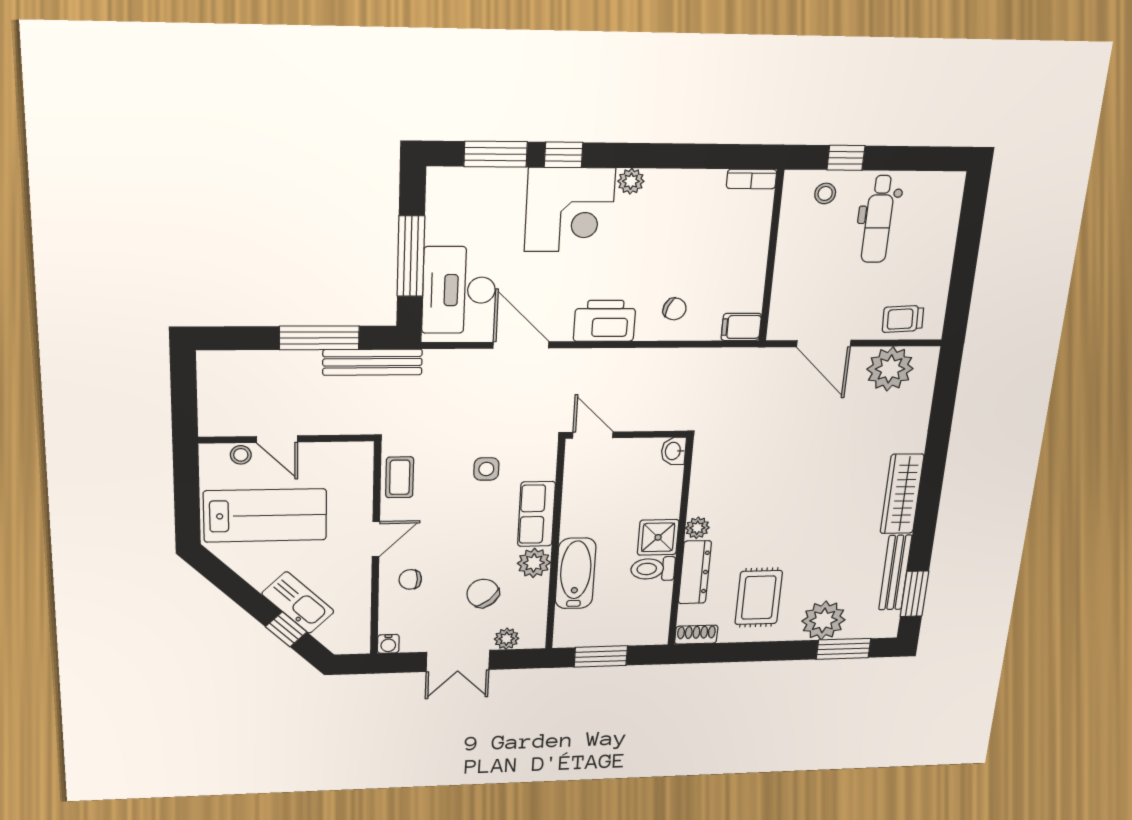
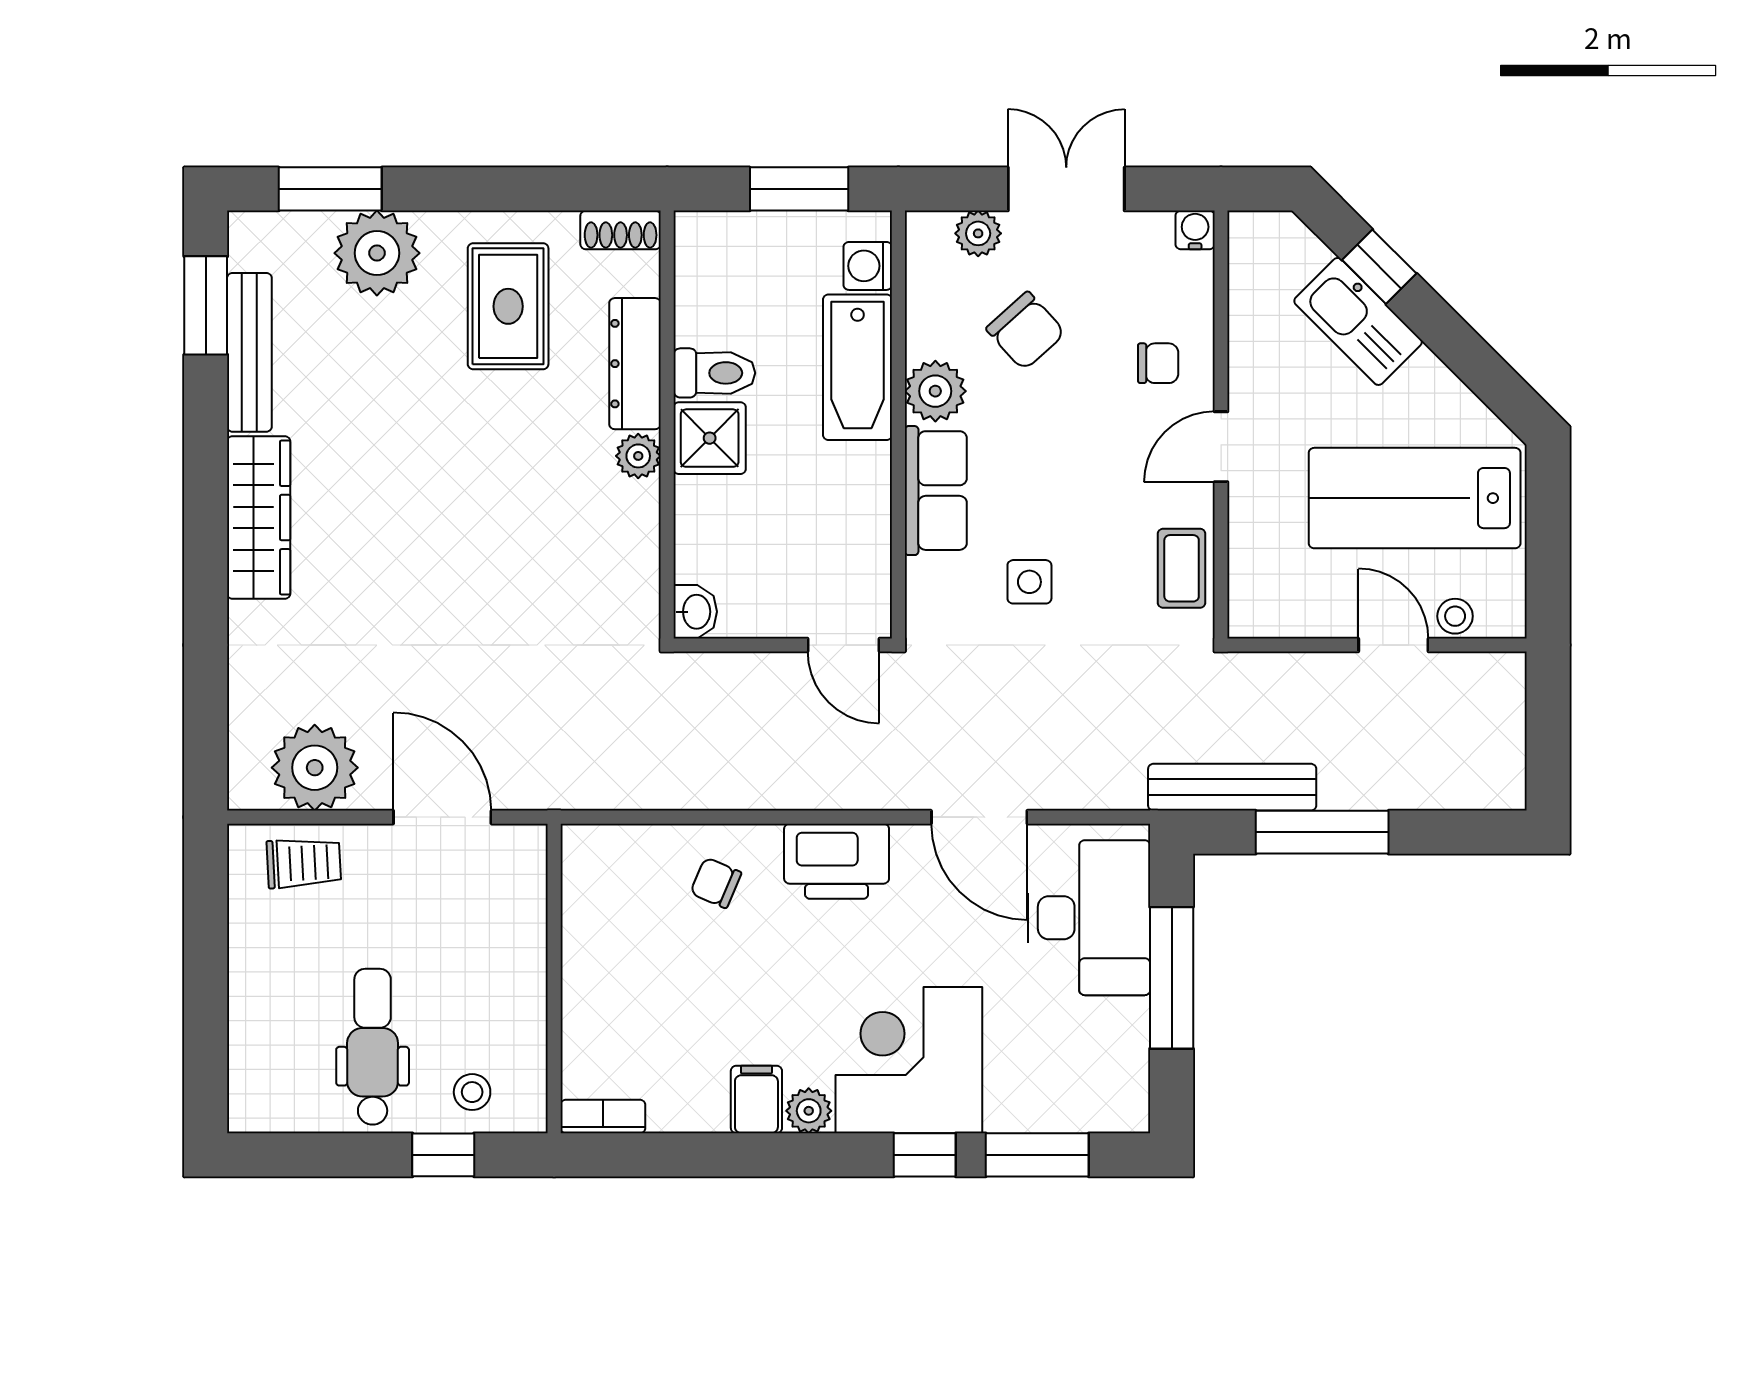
filing cabinet: (741, 327) -> (756, 1099), moved, turned -90
washing machine: (567, 622) -> (868, 266), added

